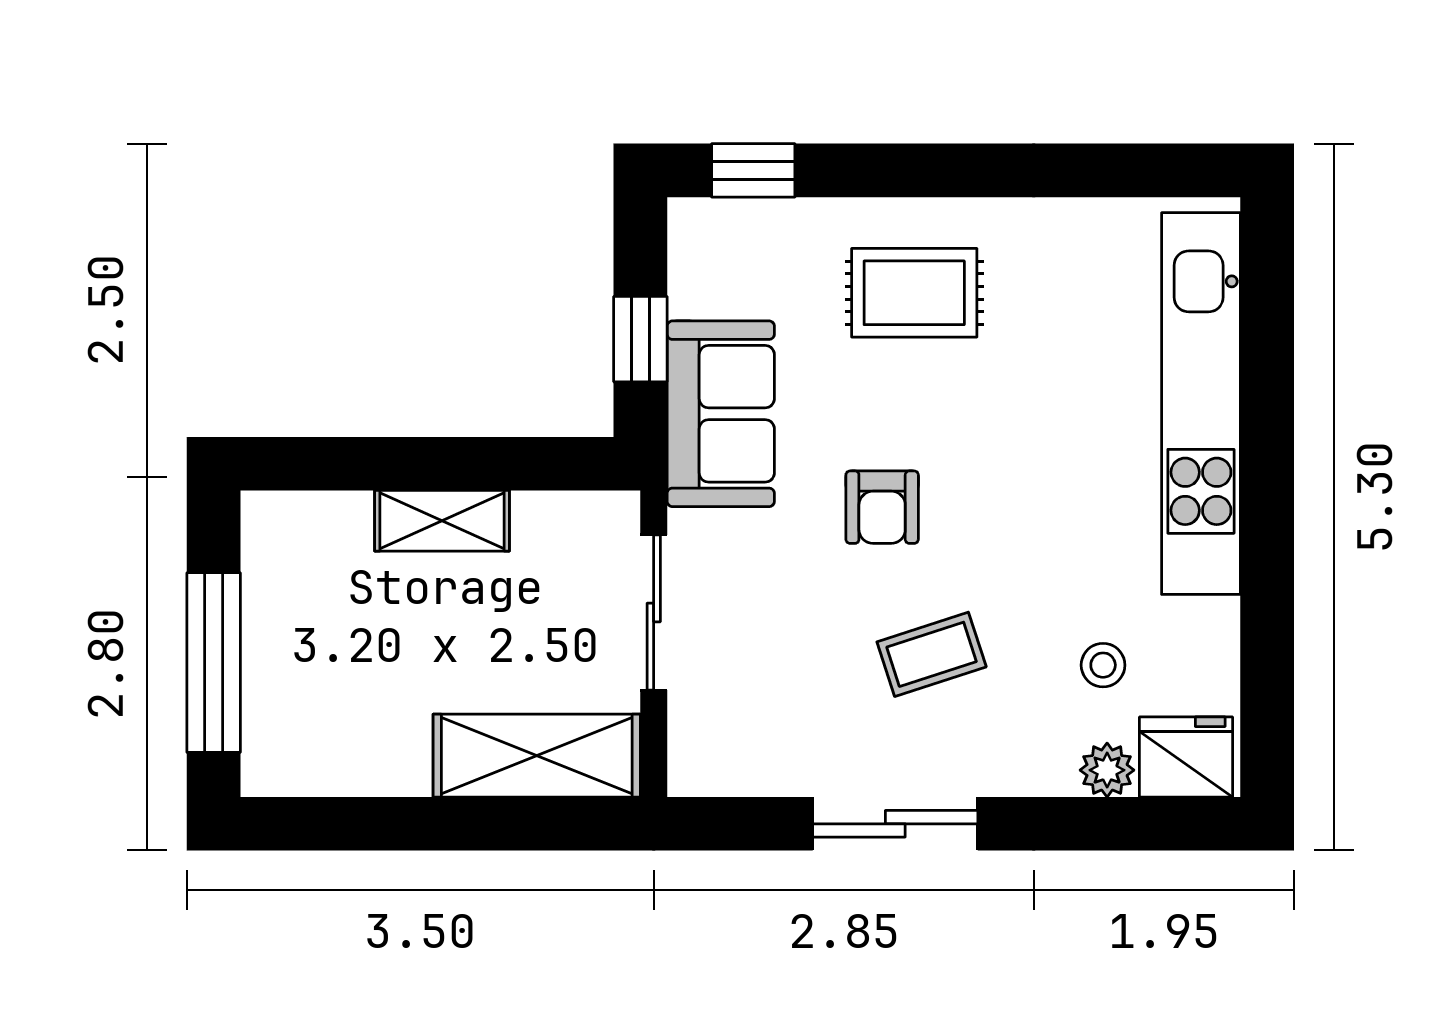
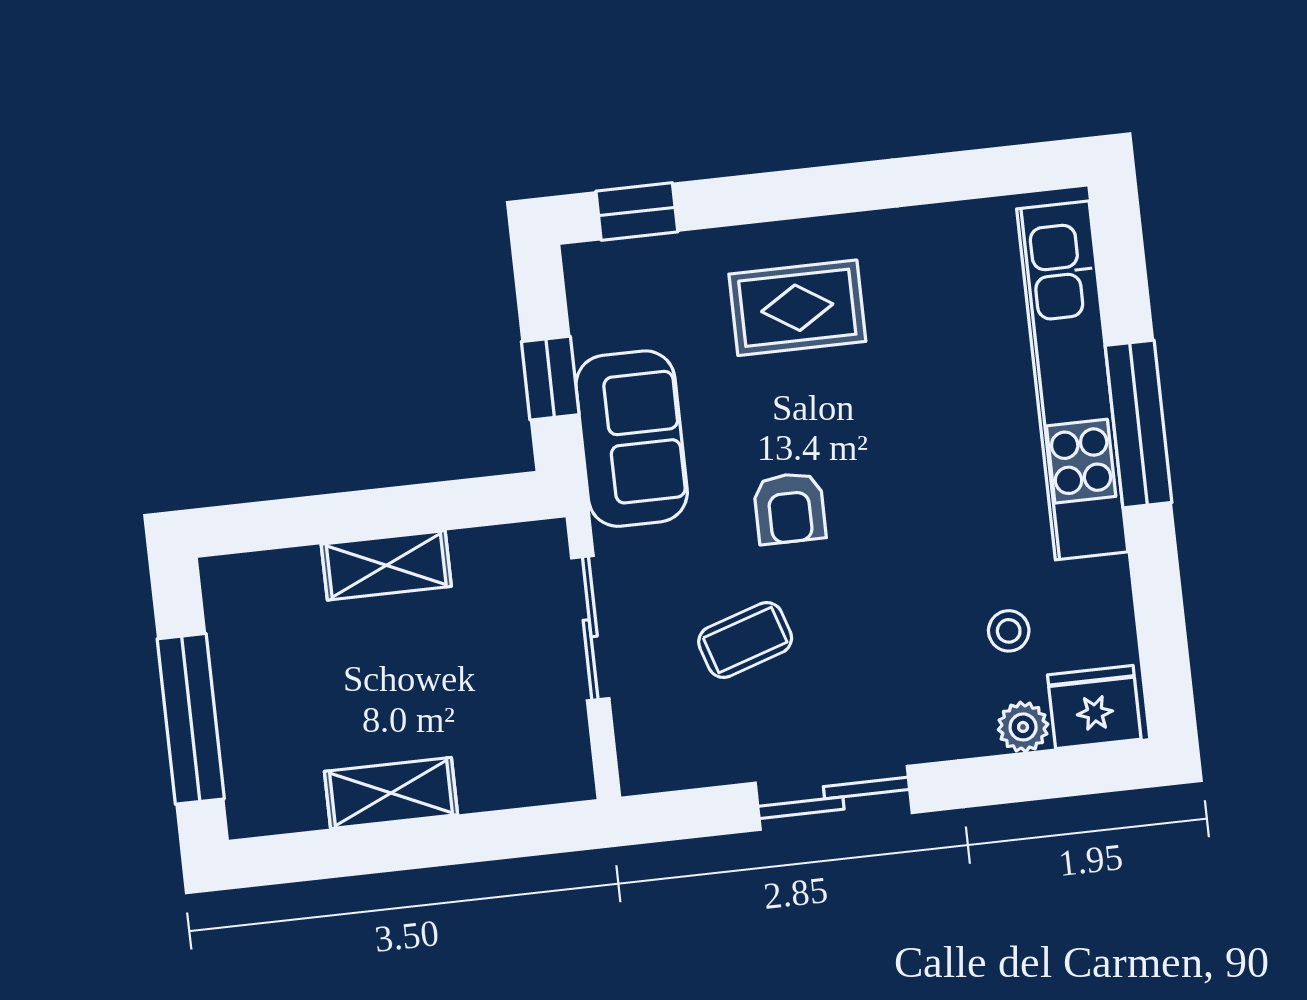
window: (1267, 458) -> (1139, 424), added
coffee table: (932, 654) -> (745, 640), moved
shelving: (537, 756) -> (391, 793), moved, width x0.67, depth x0.75

